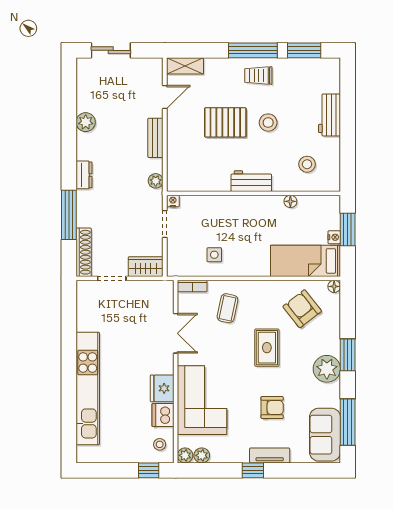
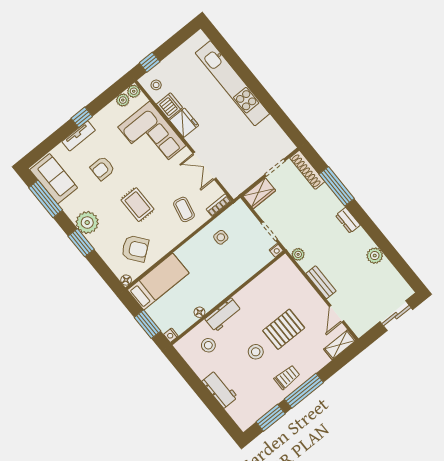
workbench: (251, 181) -> (223, 315), moved
nightstand: (334, 237) -> (171, 335), moved

